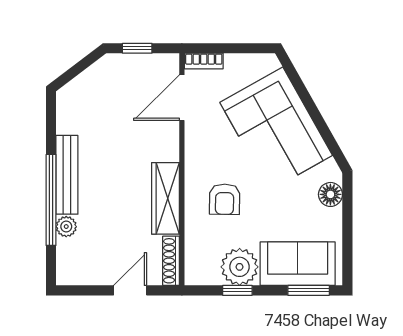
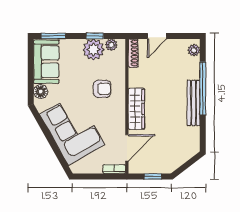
wardrobe: (166, 198) -> (136, 109), moved
armchair: (225, 199) -> (102, 89), turned 89
plant: (66, 227) -> (194, 50), moved
sofa: (298, 264) -> (46, 62), moved, turned -90
plant: (209, 275) -> (111, 45), added

